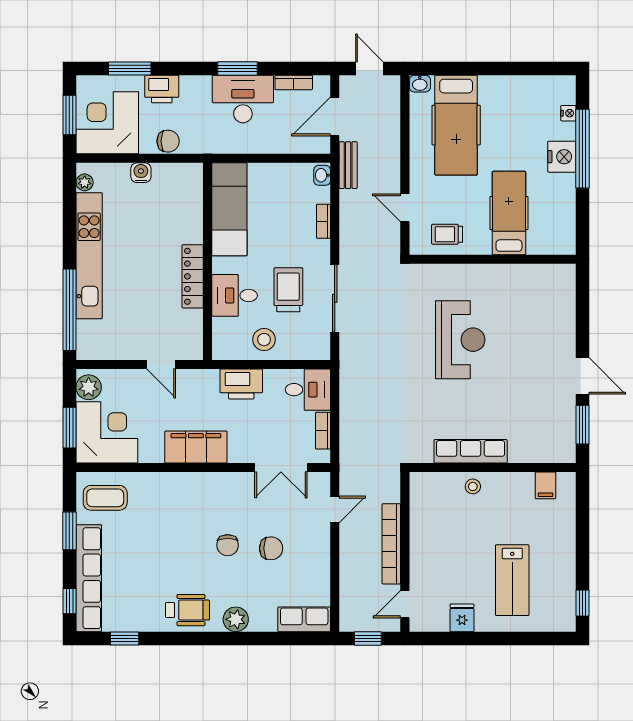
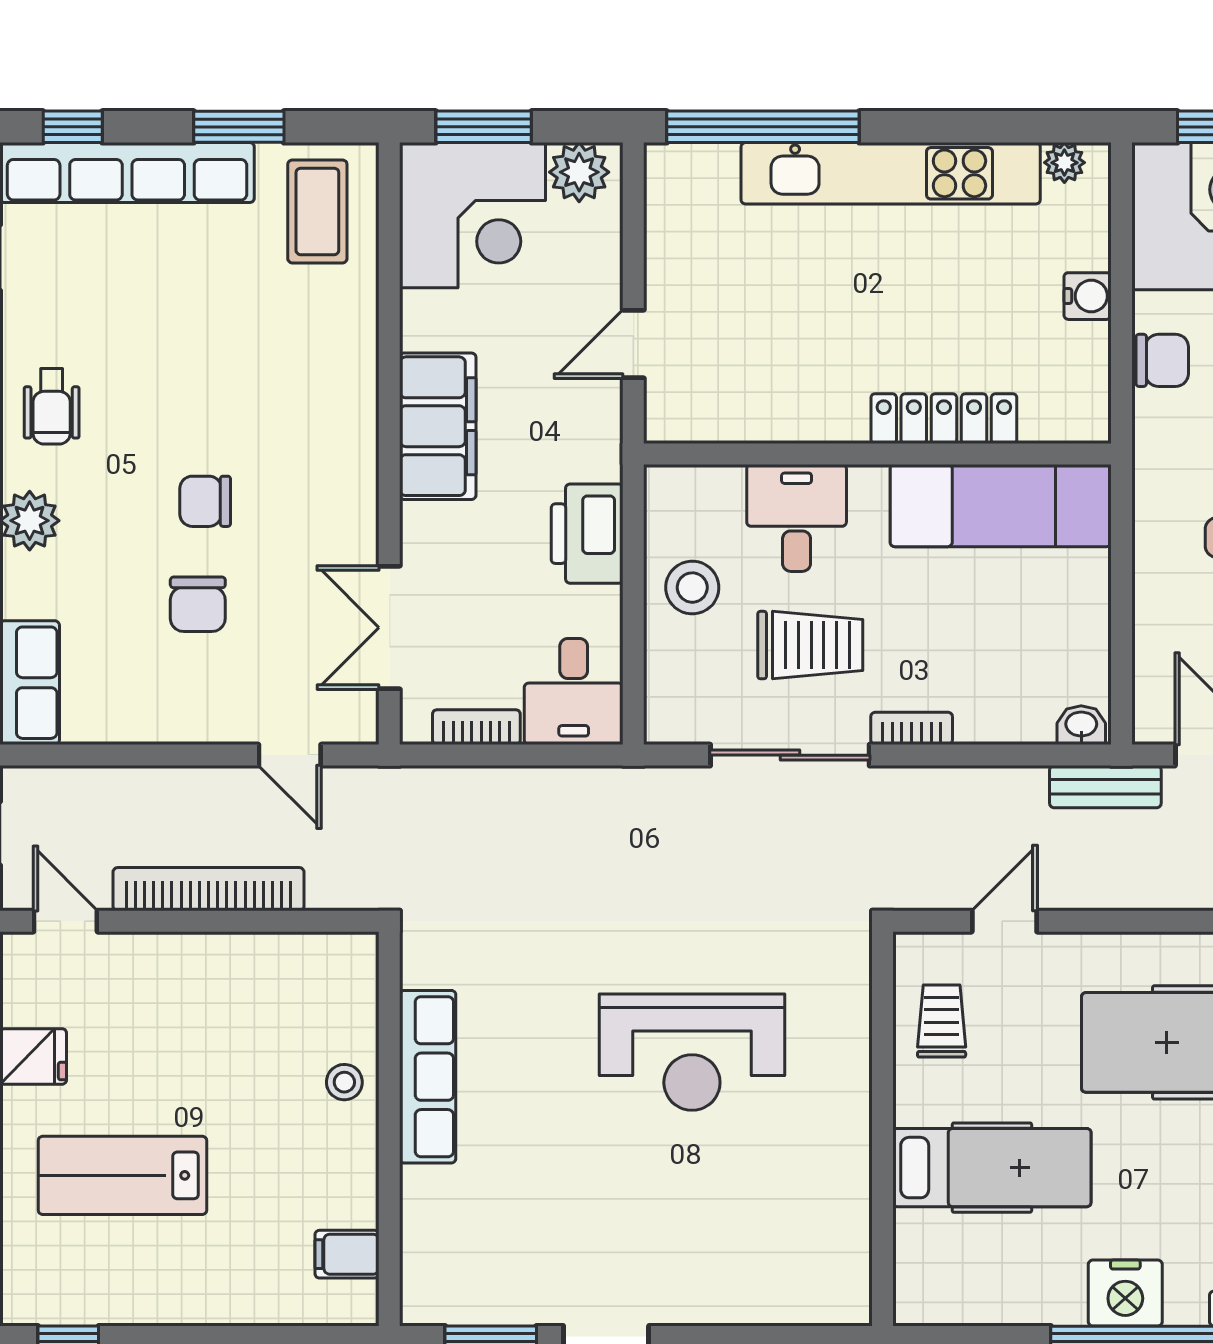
chair: (168, 141) -> (1162, 360), turned -90
bookcase: (323, 221) -> (912, 728), moved
locker: (193, 276) -> (944, 419), moved
wheelchair: (187, 610) -> (52, 406), width x0.73, depth x0.73

